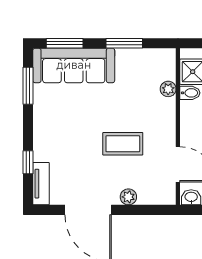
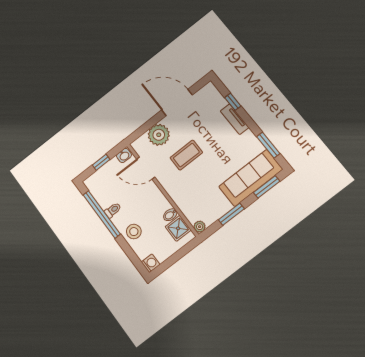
plant: (168, 89) -> (200, 227), moved
tv unit: (41, 184) -> (235, 119), moved
plant: (128, 197) -> (159, 135), width x1.88, depth x1.88

